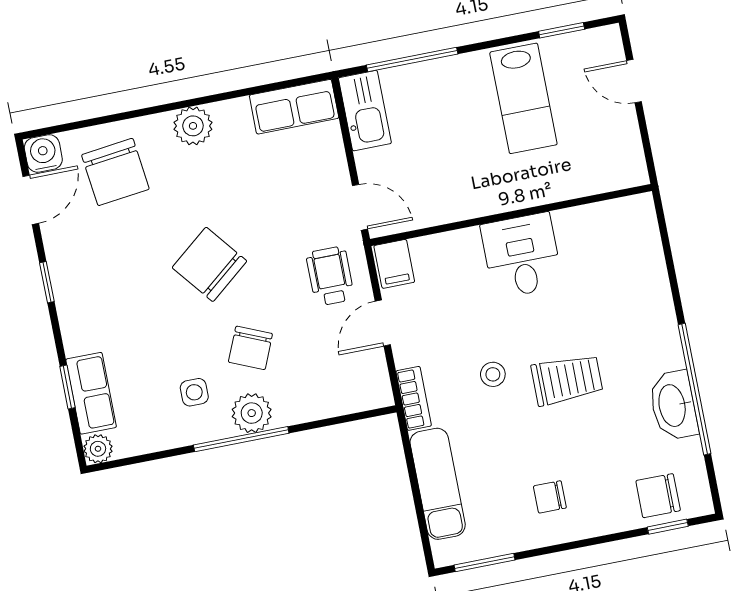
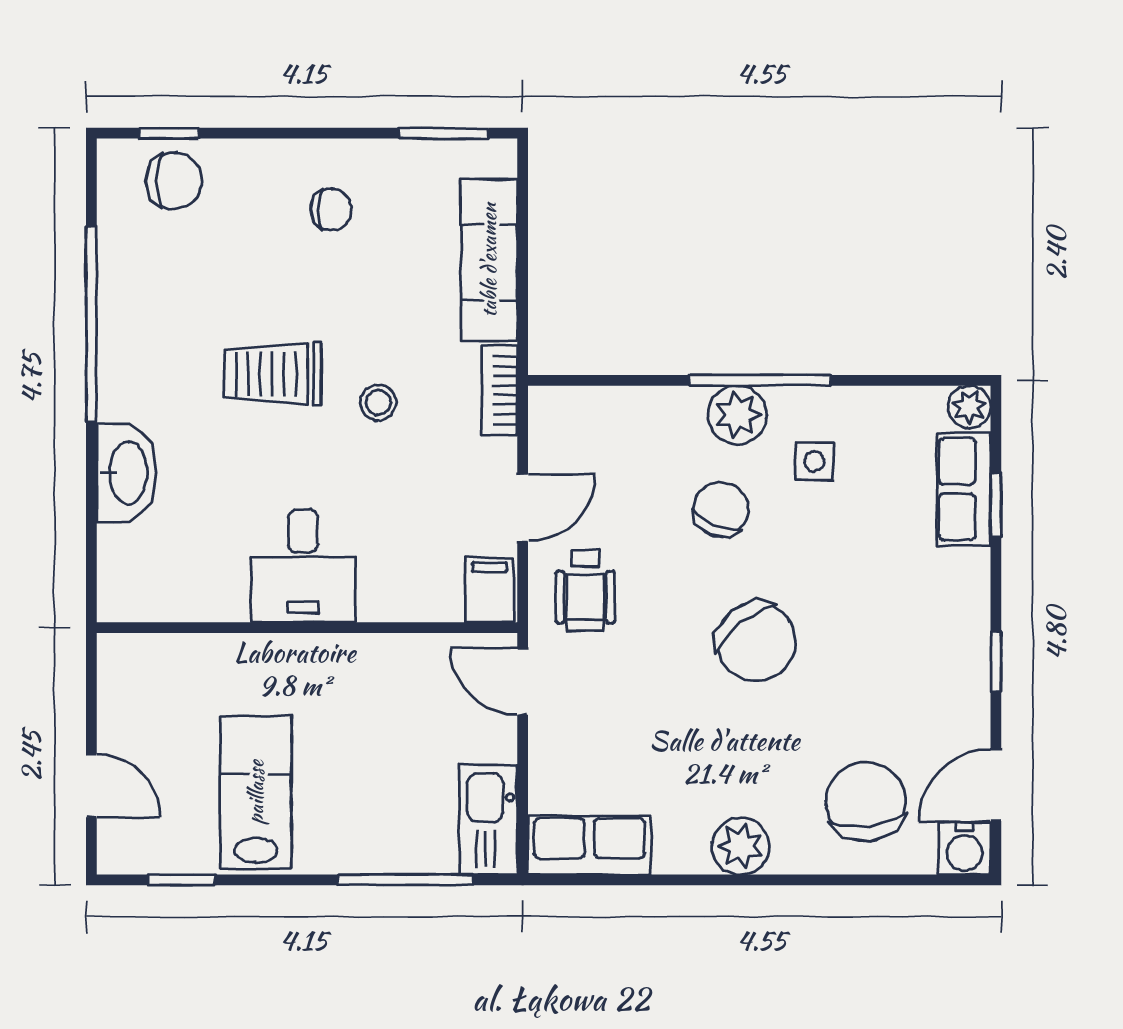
washbasin: (673, 405) -> (127, 473), moved

